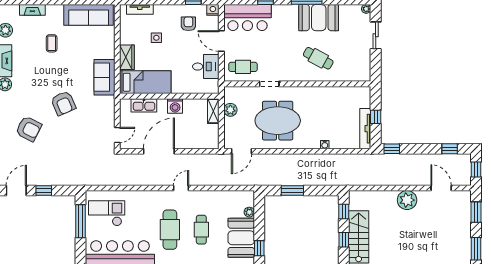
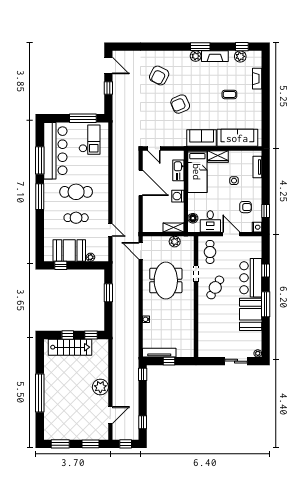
sofa: (89, 15) -> (237, 138), moved, turned 90
bar counter: (247, 17) -> (251, 278), moved
door: (221, 41) -> (231, 234), hinge flipped
cafe table: (318, 58) -> (215, 287), moved
floor lamp: (202, 88) -> (193, 218), added
door: (181, 188) -> (110, 230), moved

